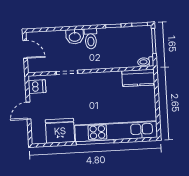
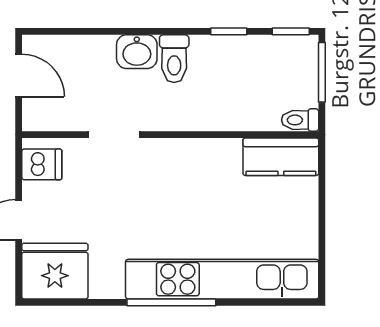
fridge: (60, 131) -> (55, 271), moved

